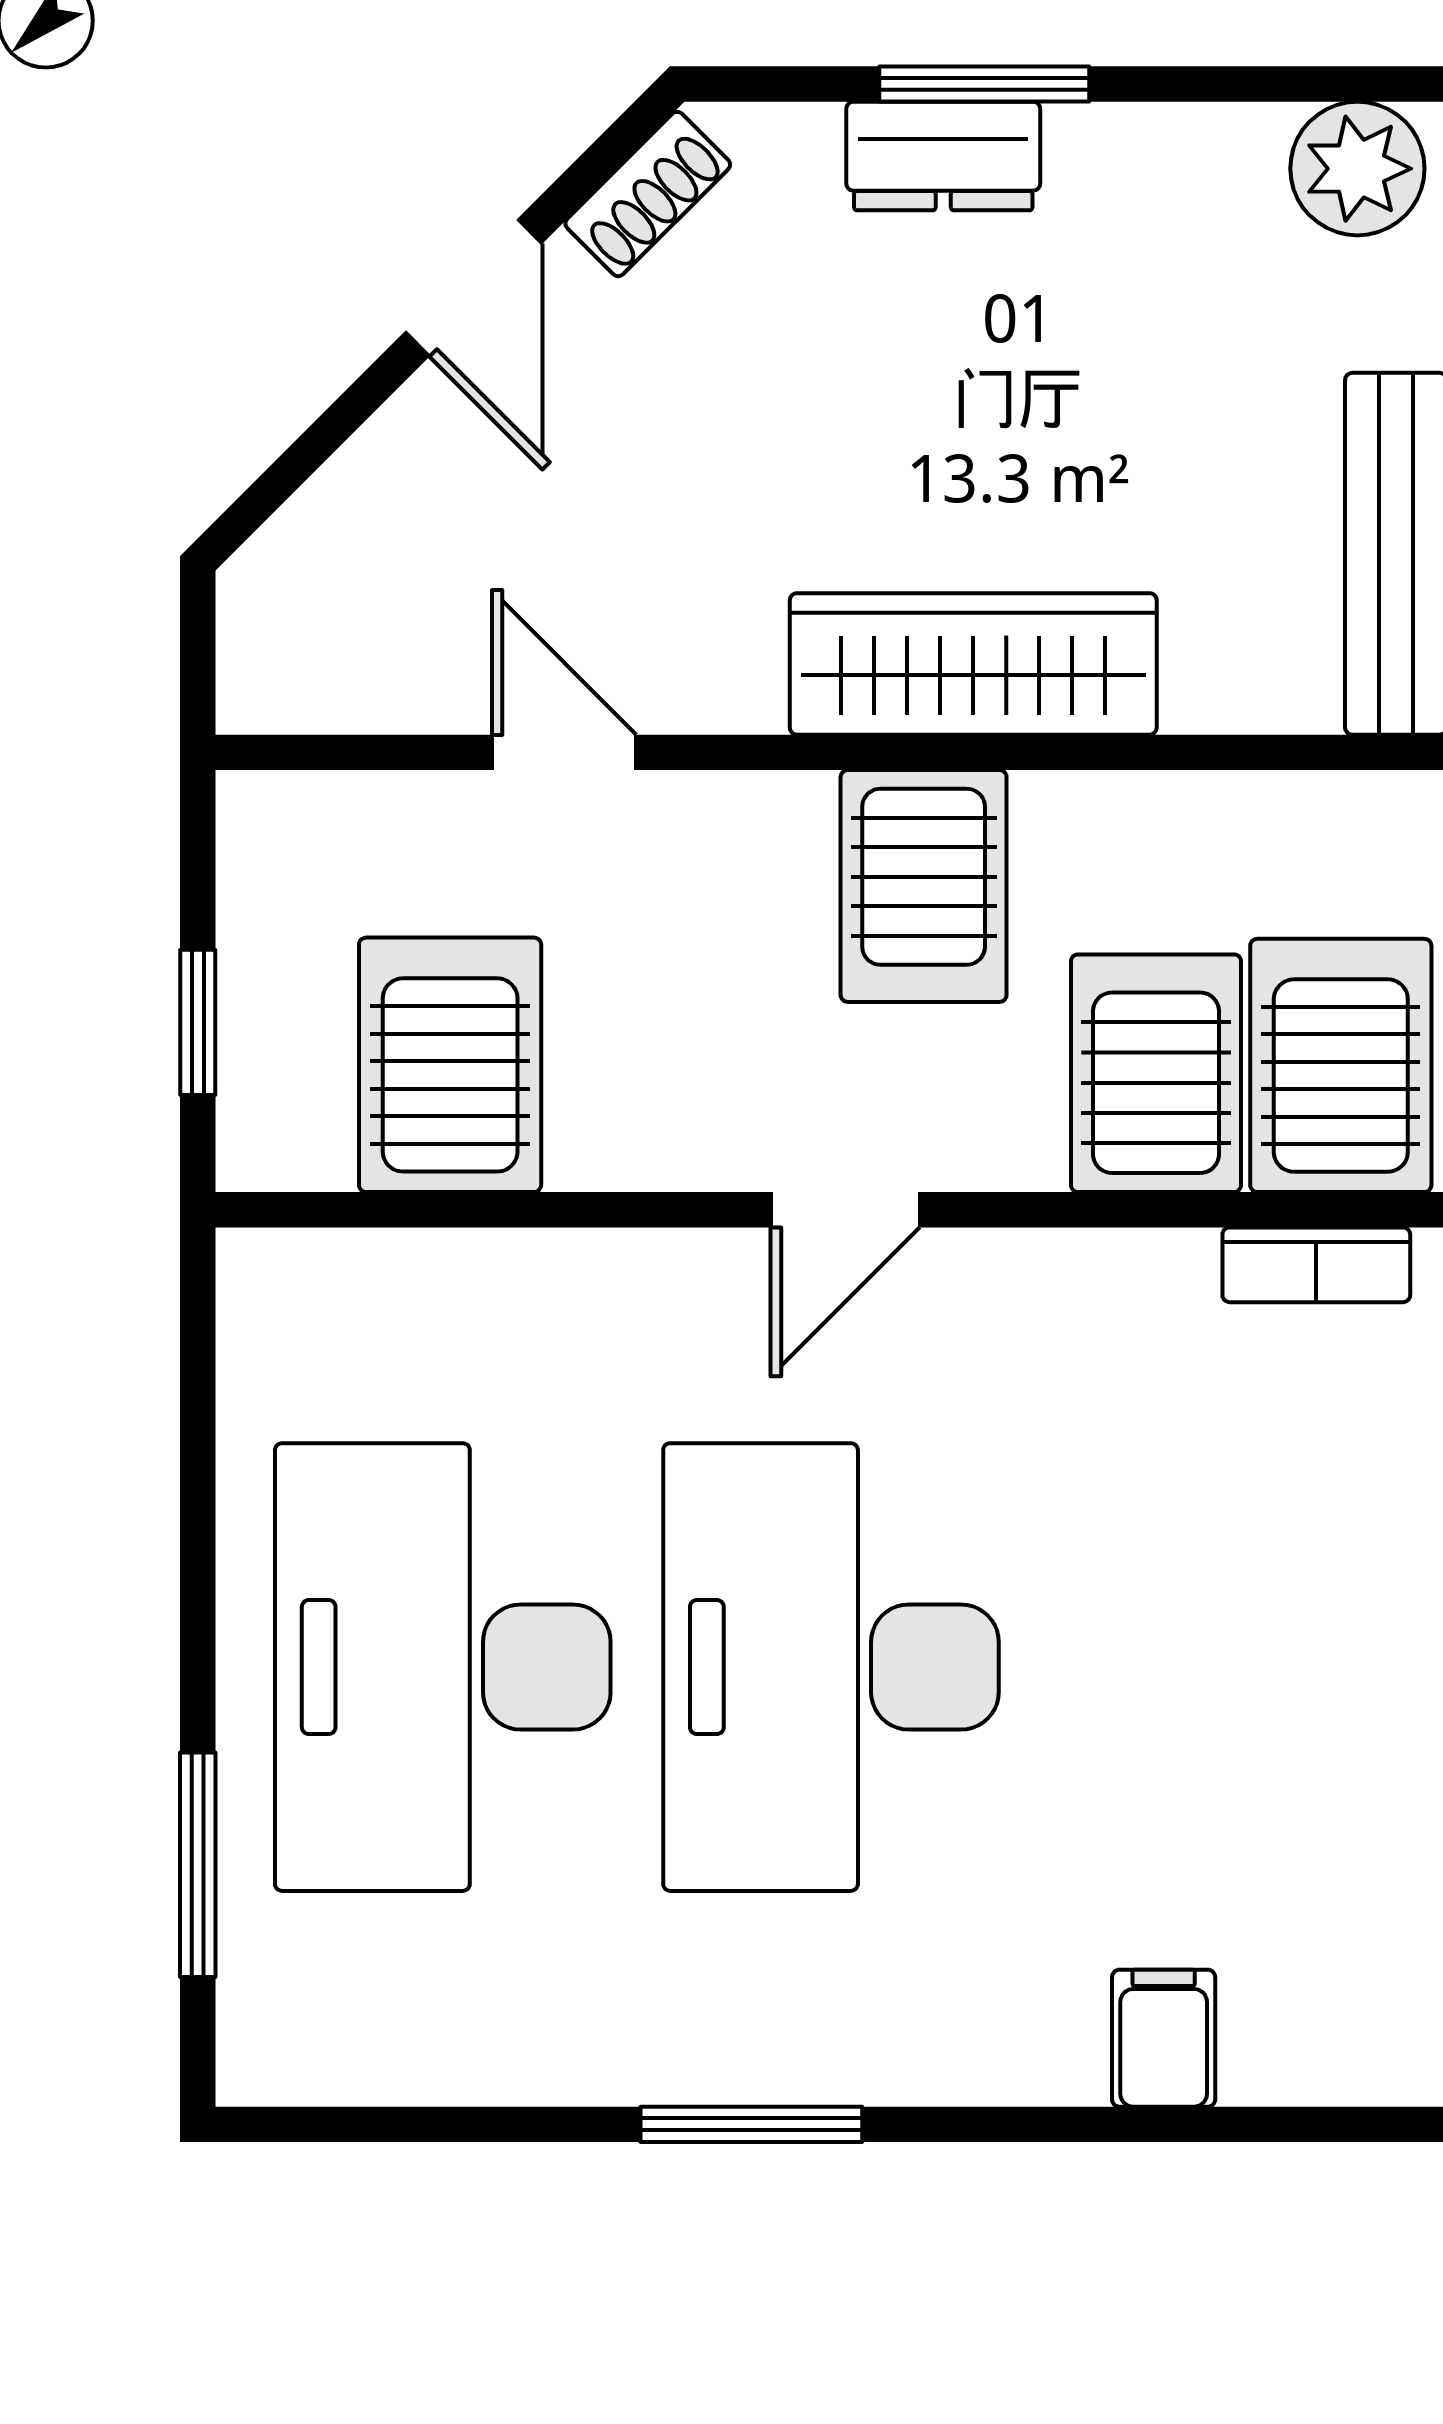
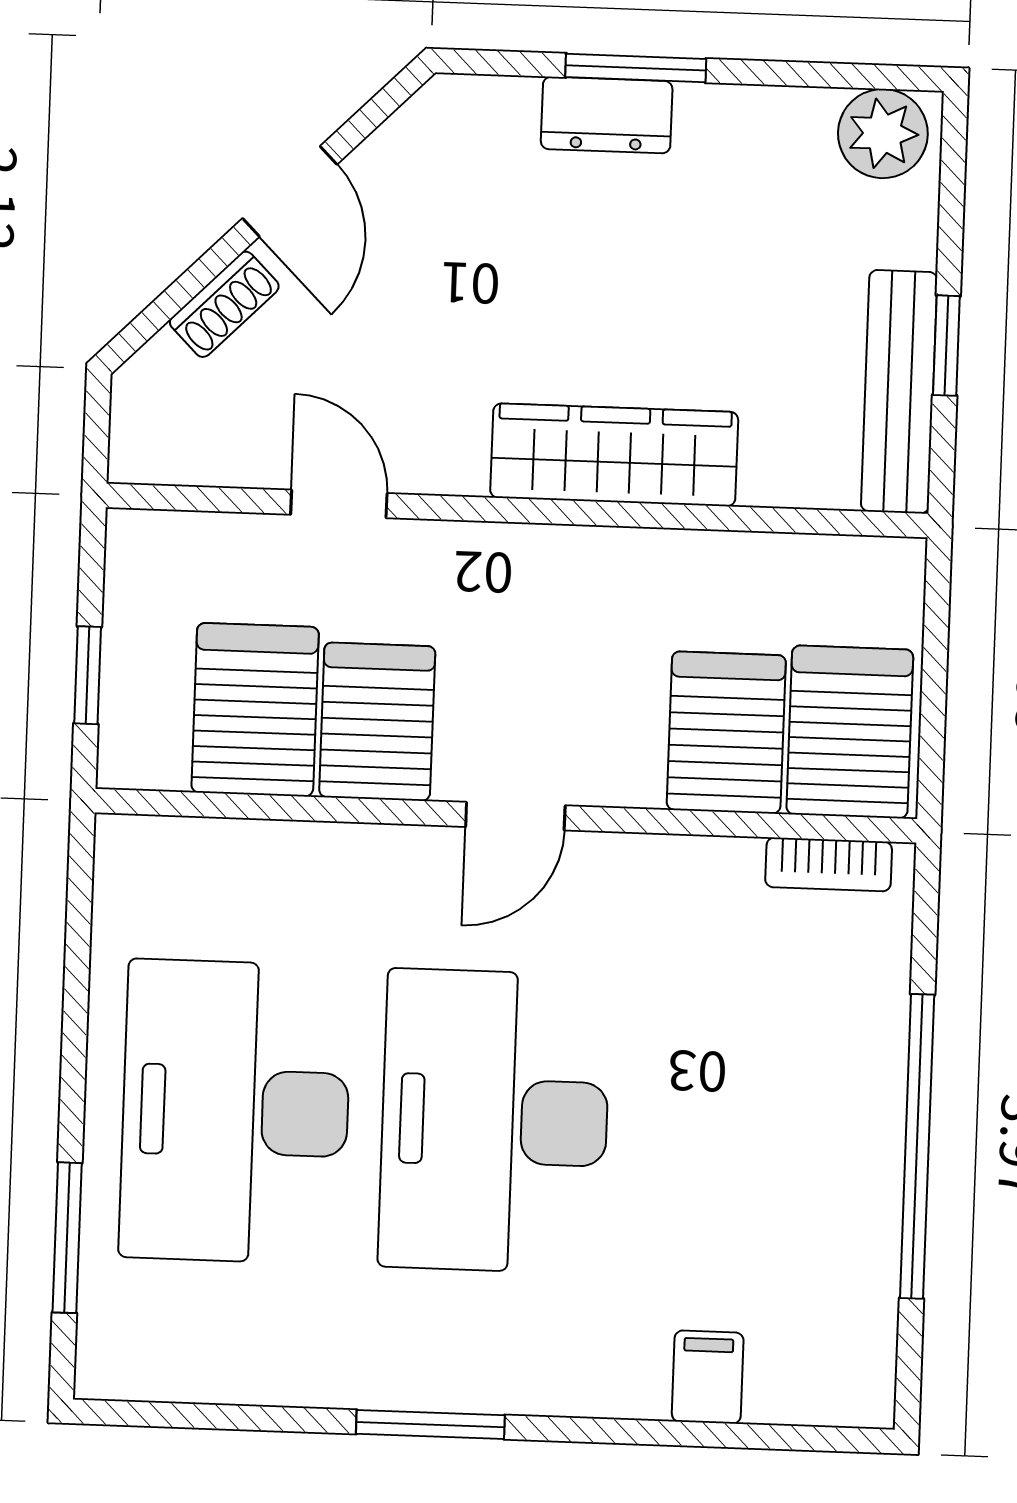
shoe rack: (648, 194) -> (224, 304), moved
server rack: (924, 886) -> (377, 722), moved, turned 180

